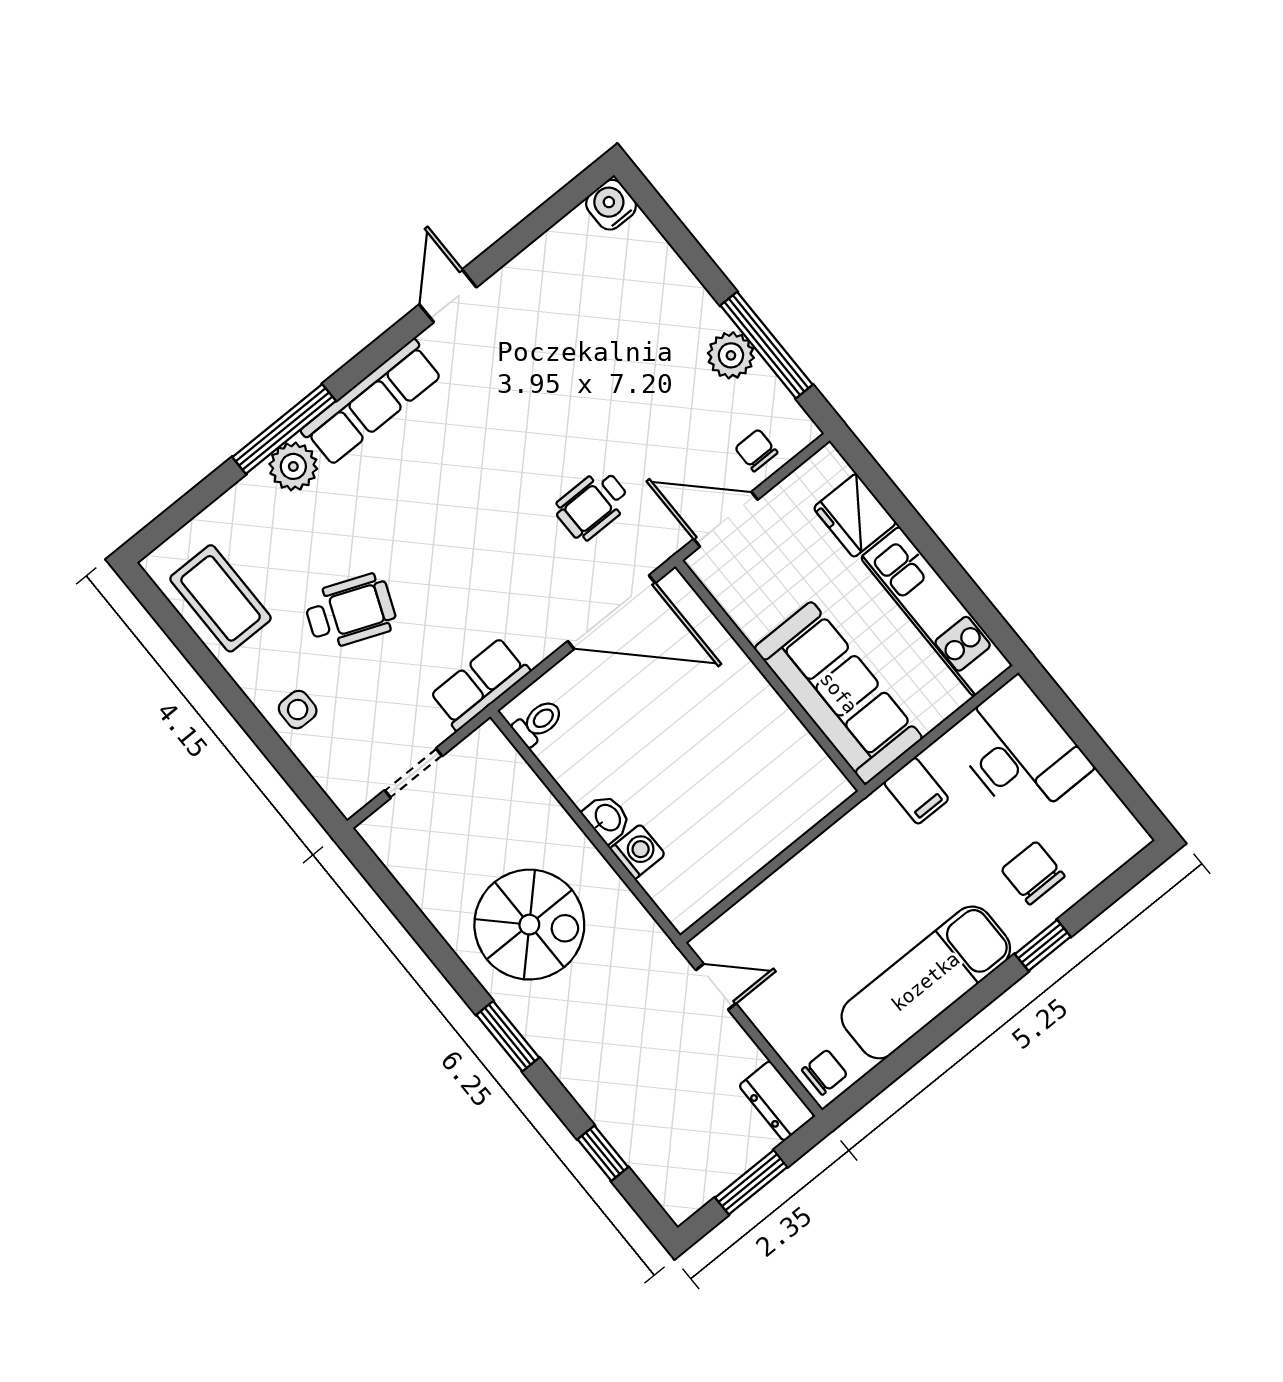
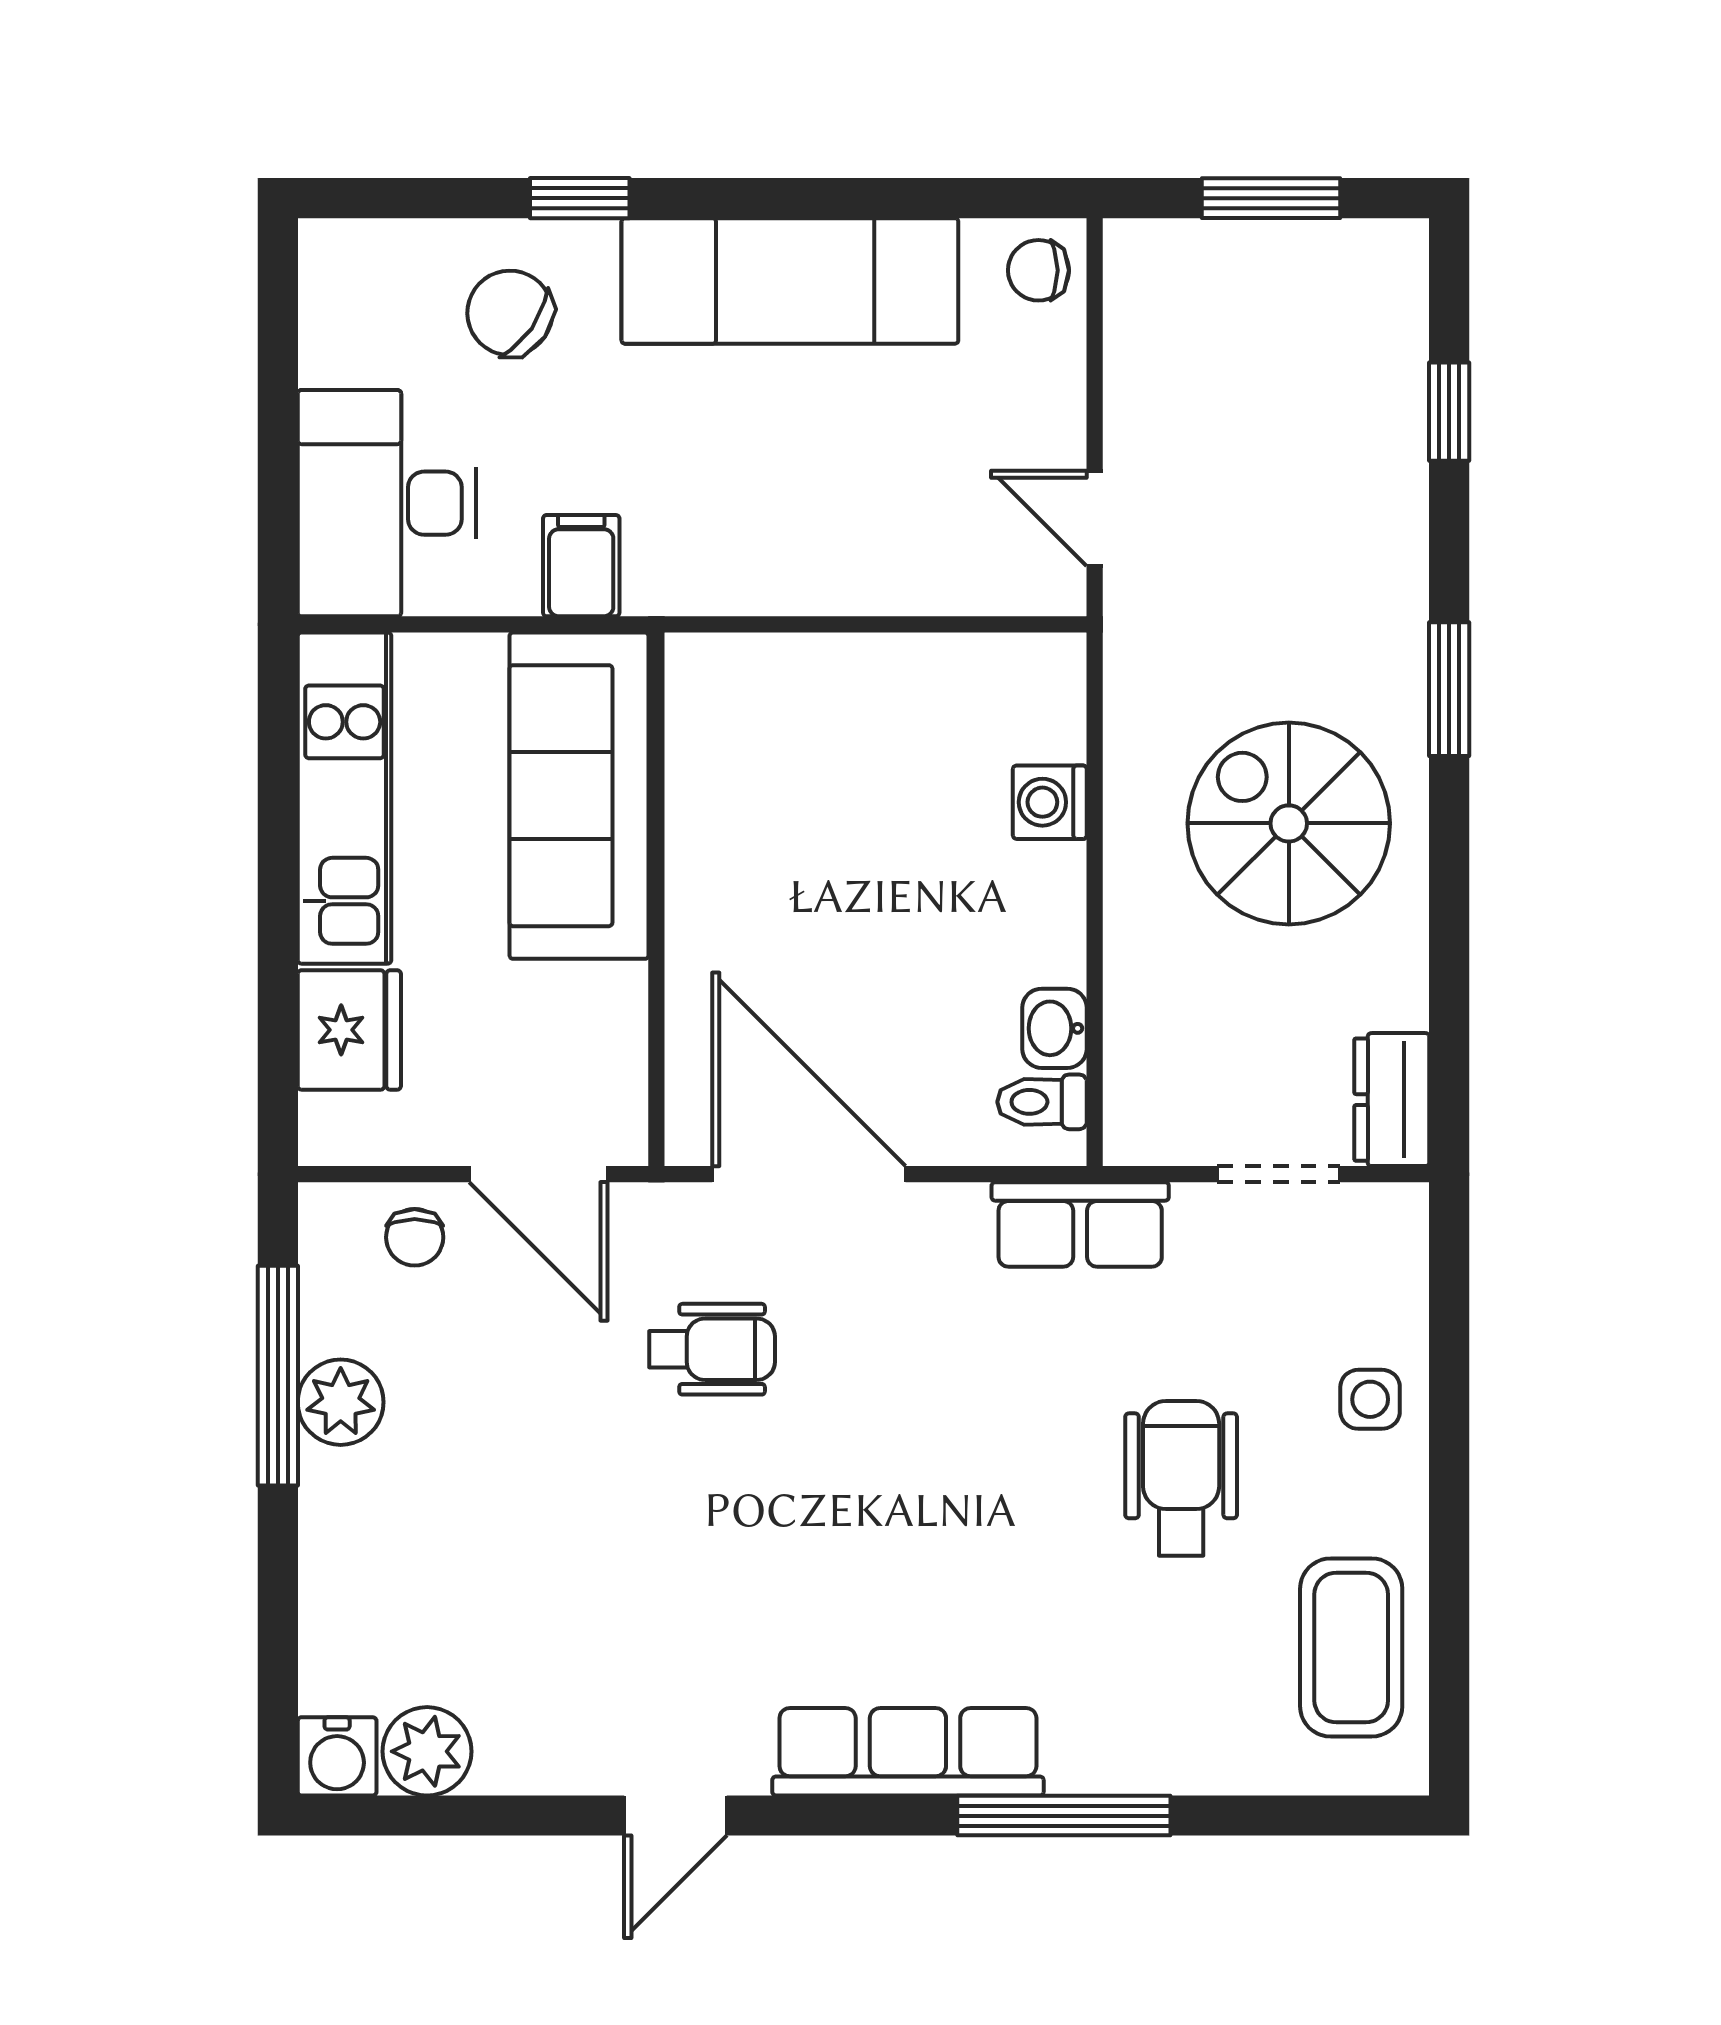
plant: (293, 466) -> (427, 1751), moved
wheelchair: (350, 611) -> (1181, 1478), turned 68
washbasin: (607, 818) -> (1054, 1028), moved
chair: (1033, 873) -> (510, 313), turned 125
dresser: (777, 1101) -> (1392, 1100), moved, turned 180

